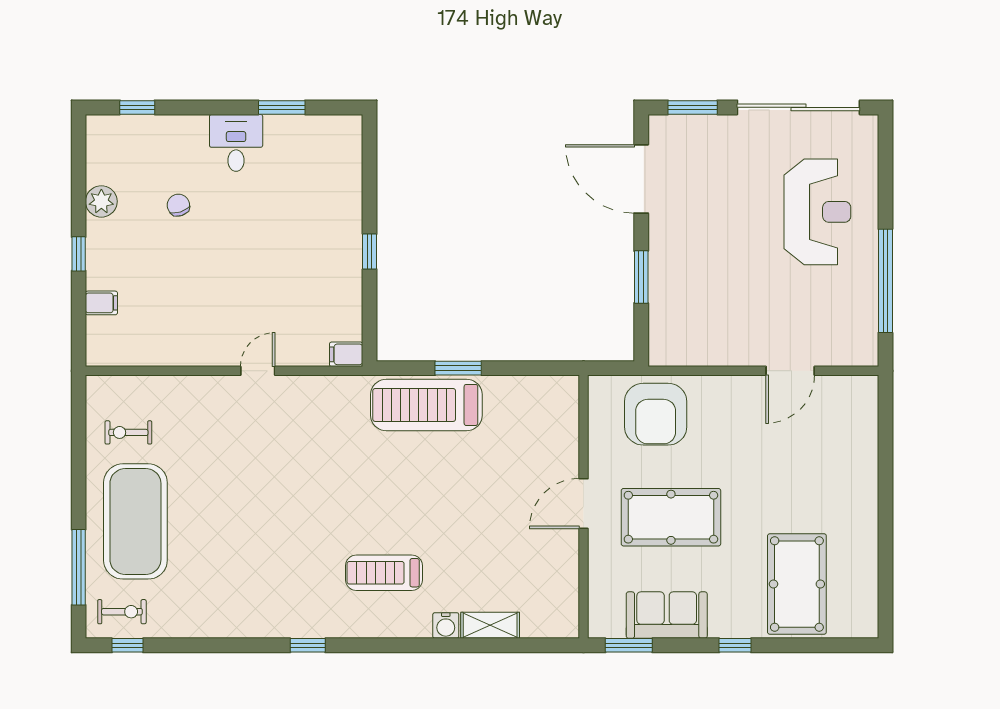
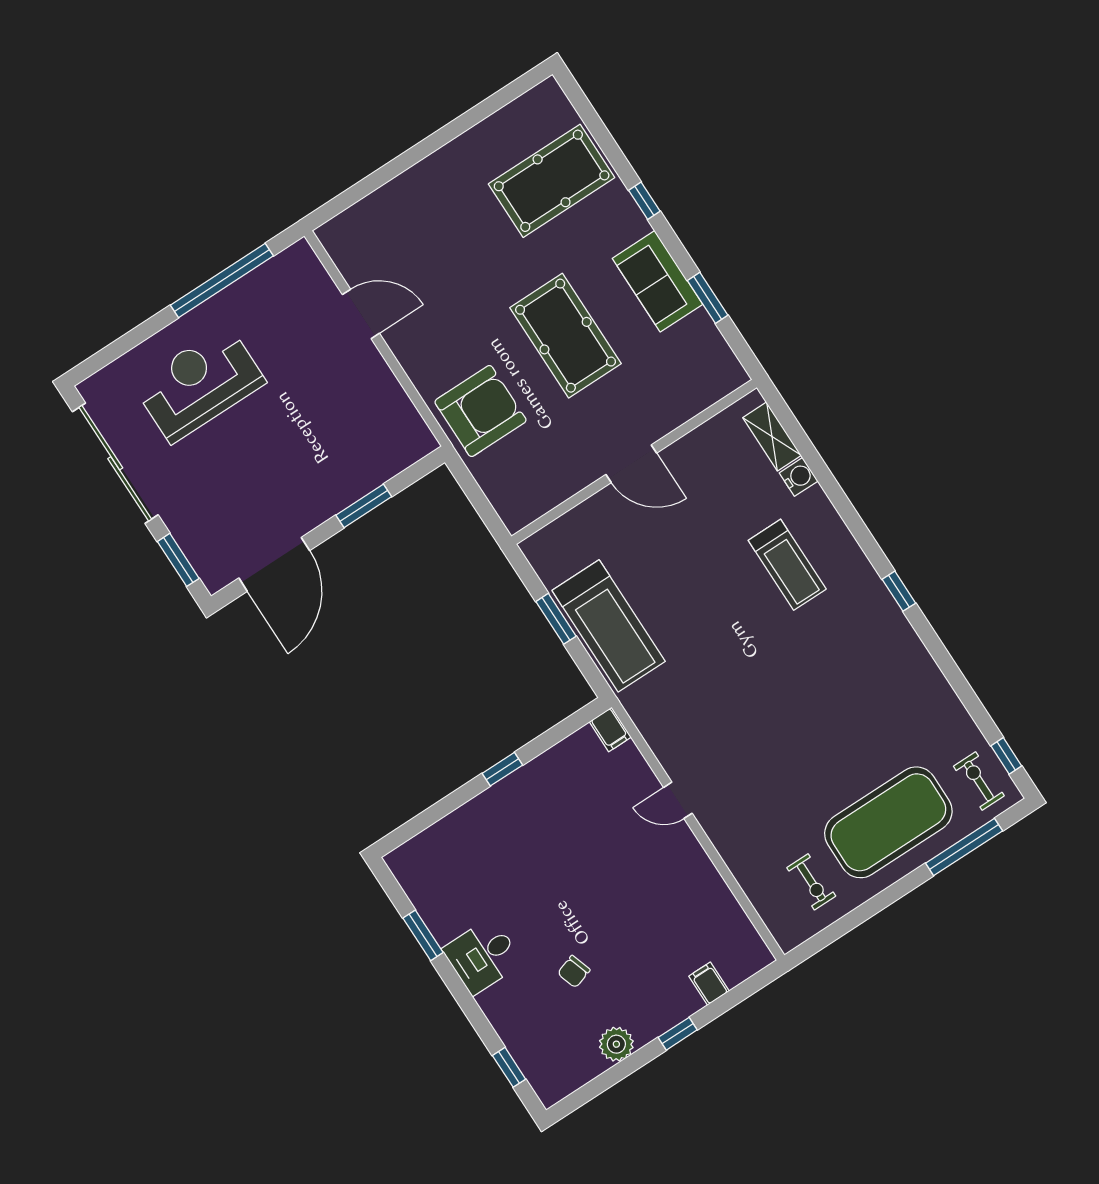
door: (584, 504) -> (631, 464), moved
wall: (584, 507) -> (634, 462), moved

